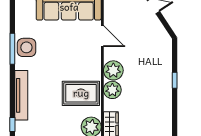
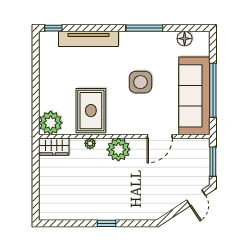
floor lamp: (21, 15) -> (185, 39), added
side table: (26, 47) -> (140, 82), moved
plant: (112, 90) -> (90, 143), width x0.53, depth x0.53

